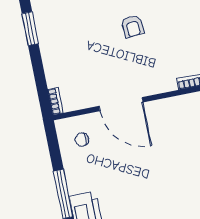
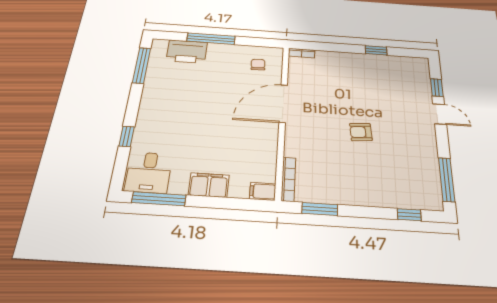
window: (30, 29) -> (376, 50), width x0.67

